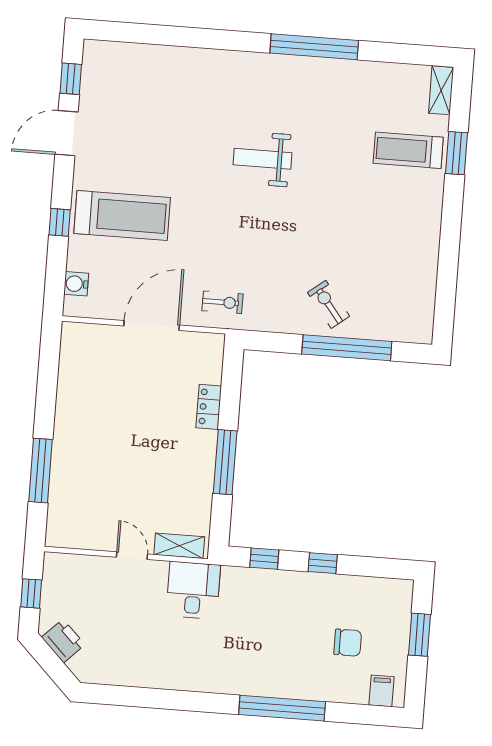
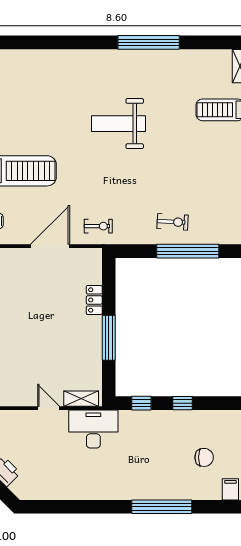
weight bench: (262, 159) -> (119, 124), width x1.36, depth x1.33
exercise bike: (328, 304) -> (173, 222), turned 131
desk: (193, 590) -> (93, 429), width x1.37

